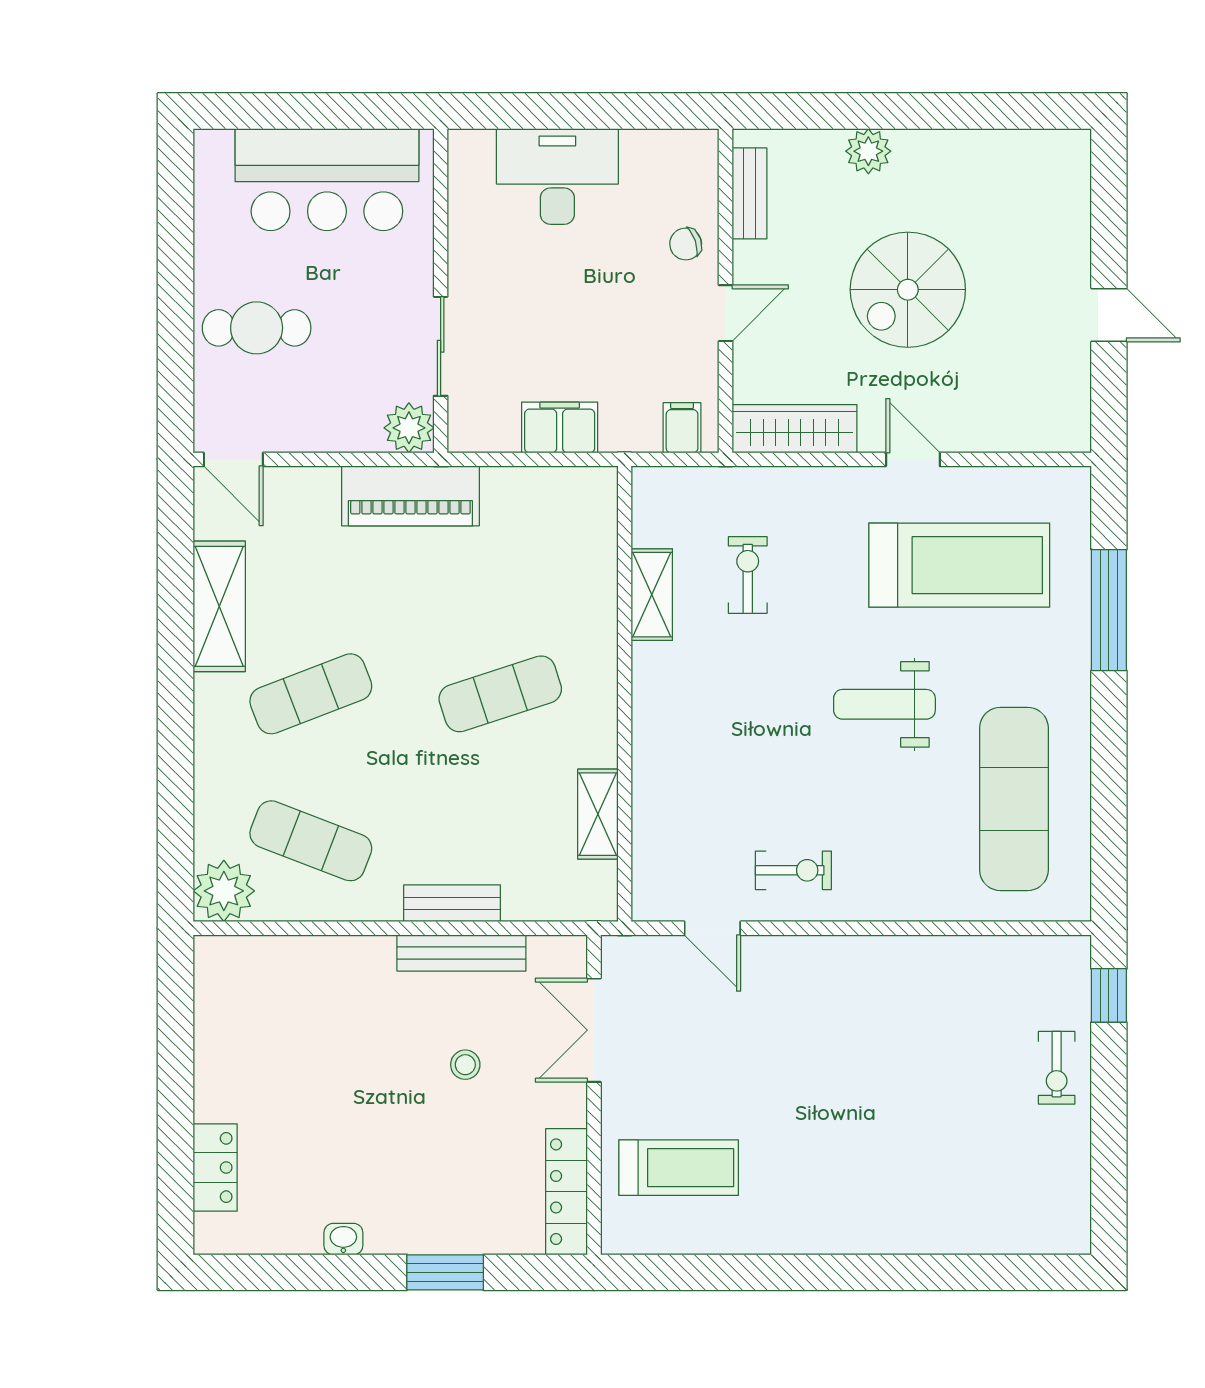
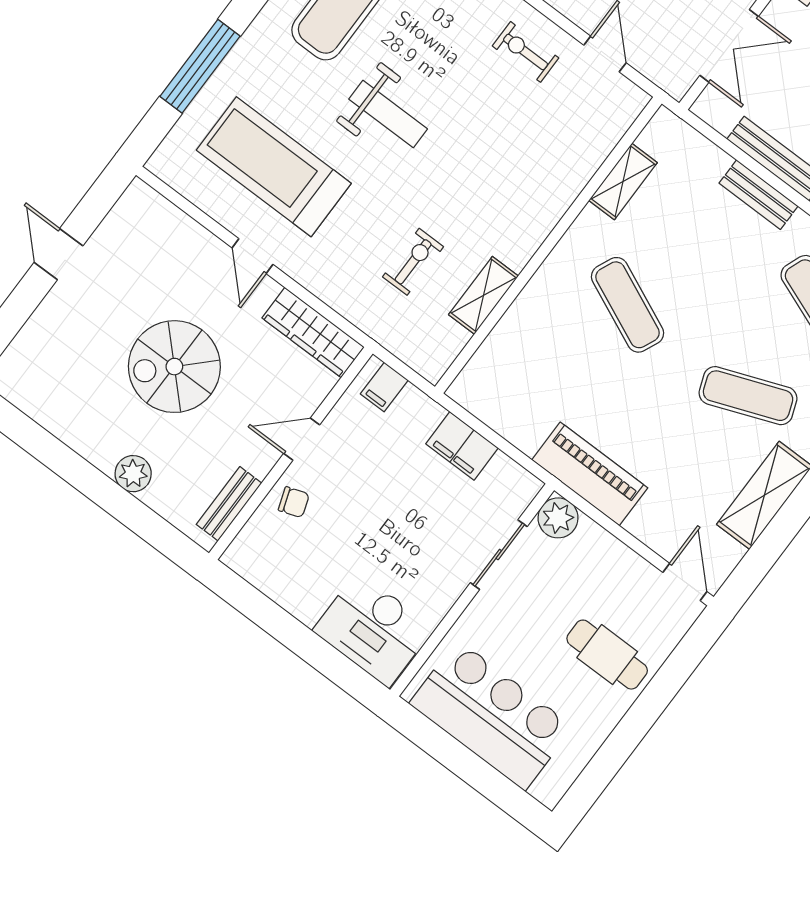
desk: (557, 176) -> (373, 629), moved
spiral stairs: (908, 290) -> (174, 367), turned 180
exercise bike: (748, 575) -> (413, 262), turned 180
exercise mat: (500, 694) -> (628, 305), turned 42

